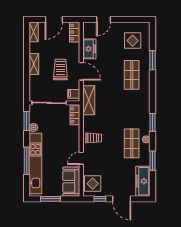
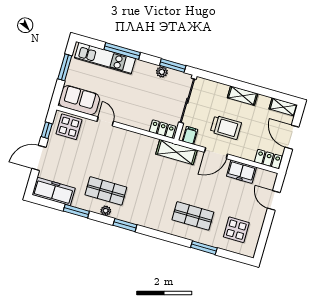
trolley: (94, 138) -> (127, 145), removed
kitchen unit: (35, 163) -> (105, 58), width x0.73

